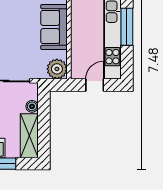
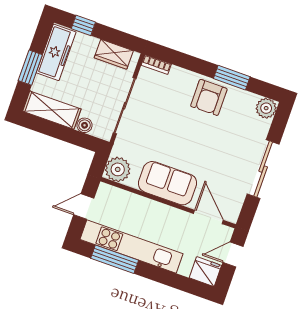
window: (127, 27) -> (115, 259), moved
door: (95, 85) -> (84, 207), swing flipped

